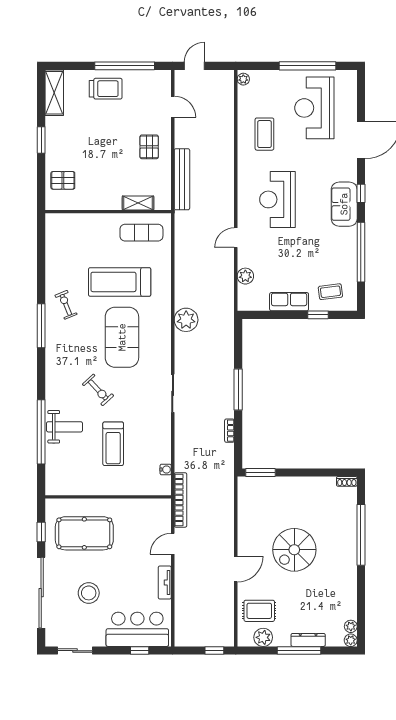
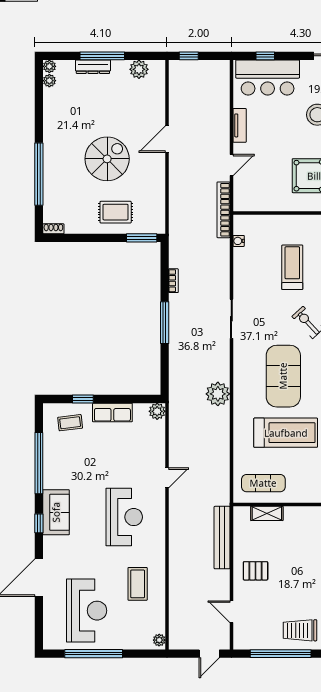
pallet: (149, 147) -> (256, 571), turned 90
plant: (245, 276) -> (157, 411), moved
rug: (259, 611) -> (116, 212), moved

